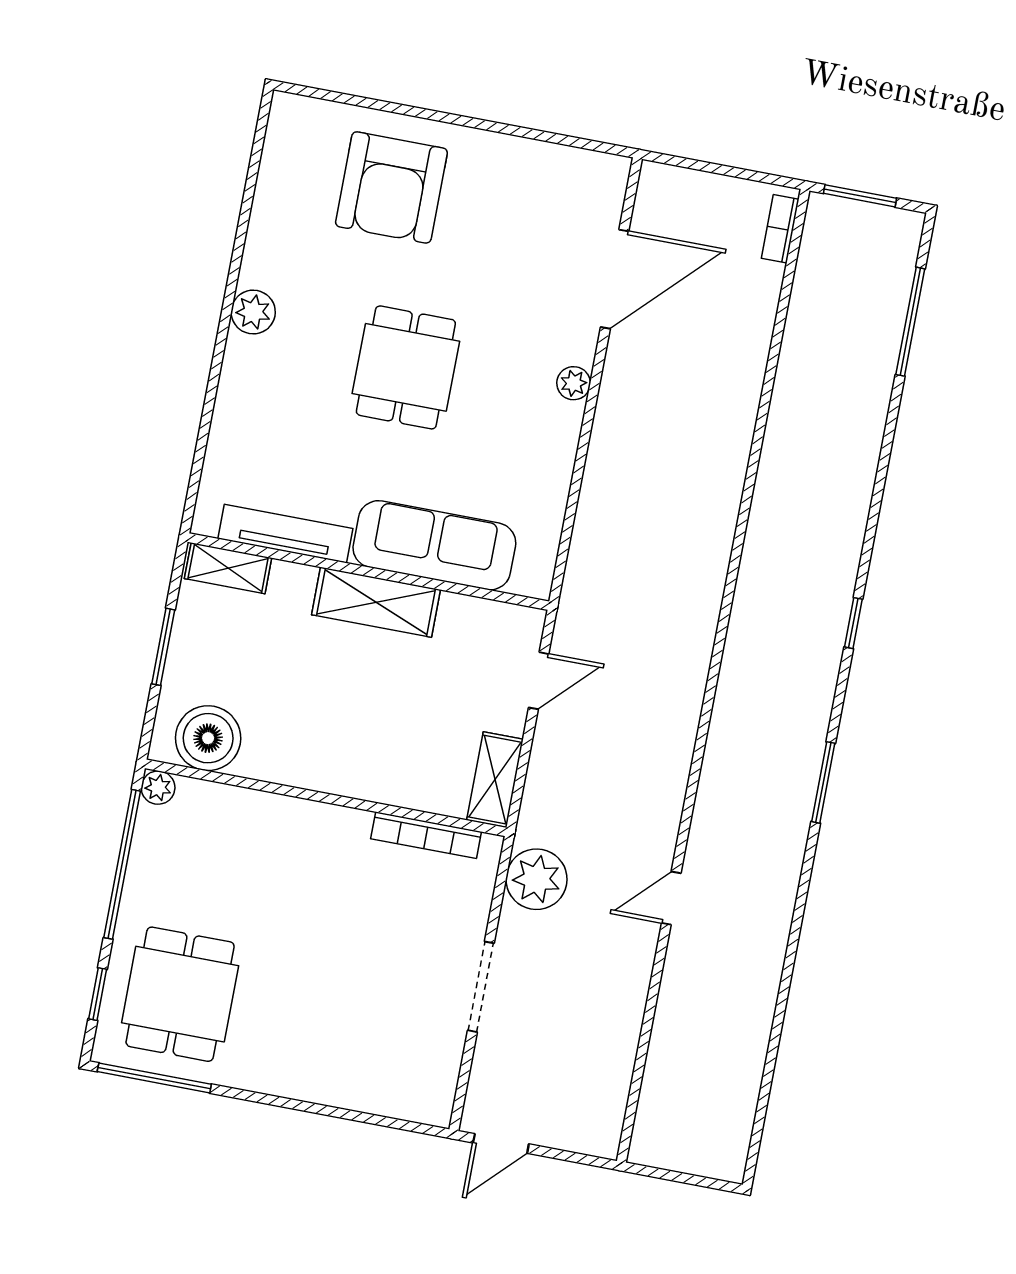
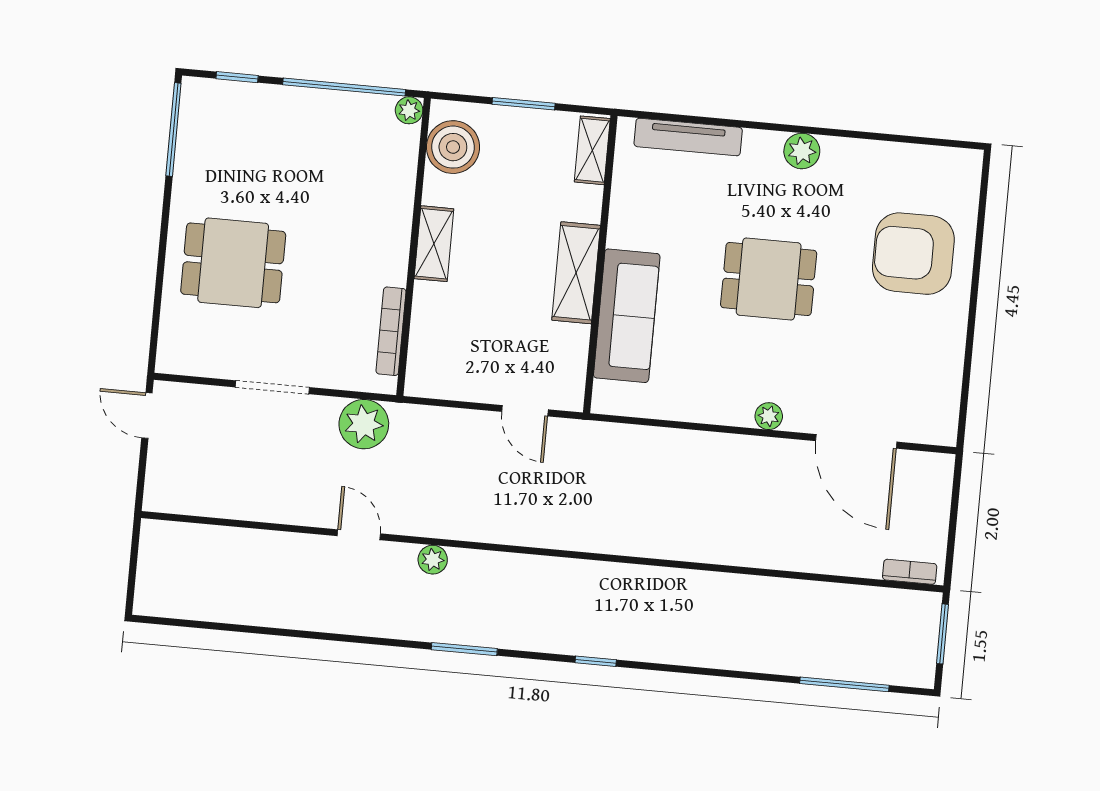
tv unit: (285, 534) -> (688, 137), moved, turned 90
shelving: (495, 780) -> (434, 244), moved, turned 90
plant: (710, 811) -> (433, 560), added
dining table: (180, 994) -> (233, 263), moved

